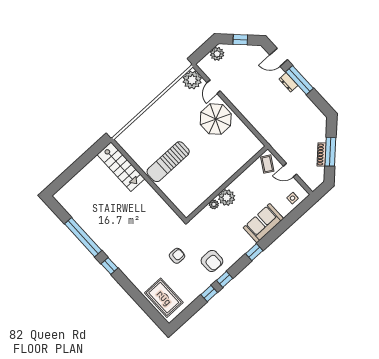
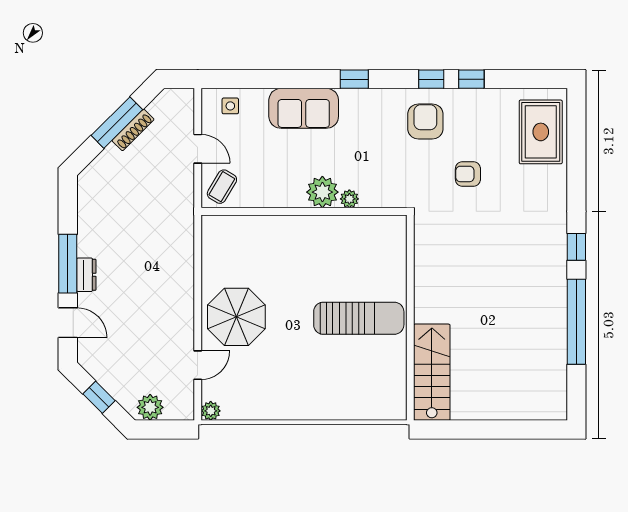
plant: (192, 80) -> (211, 411), width x0.53, depth x0.53

